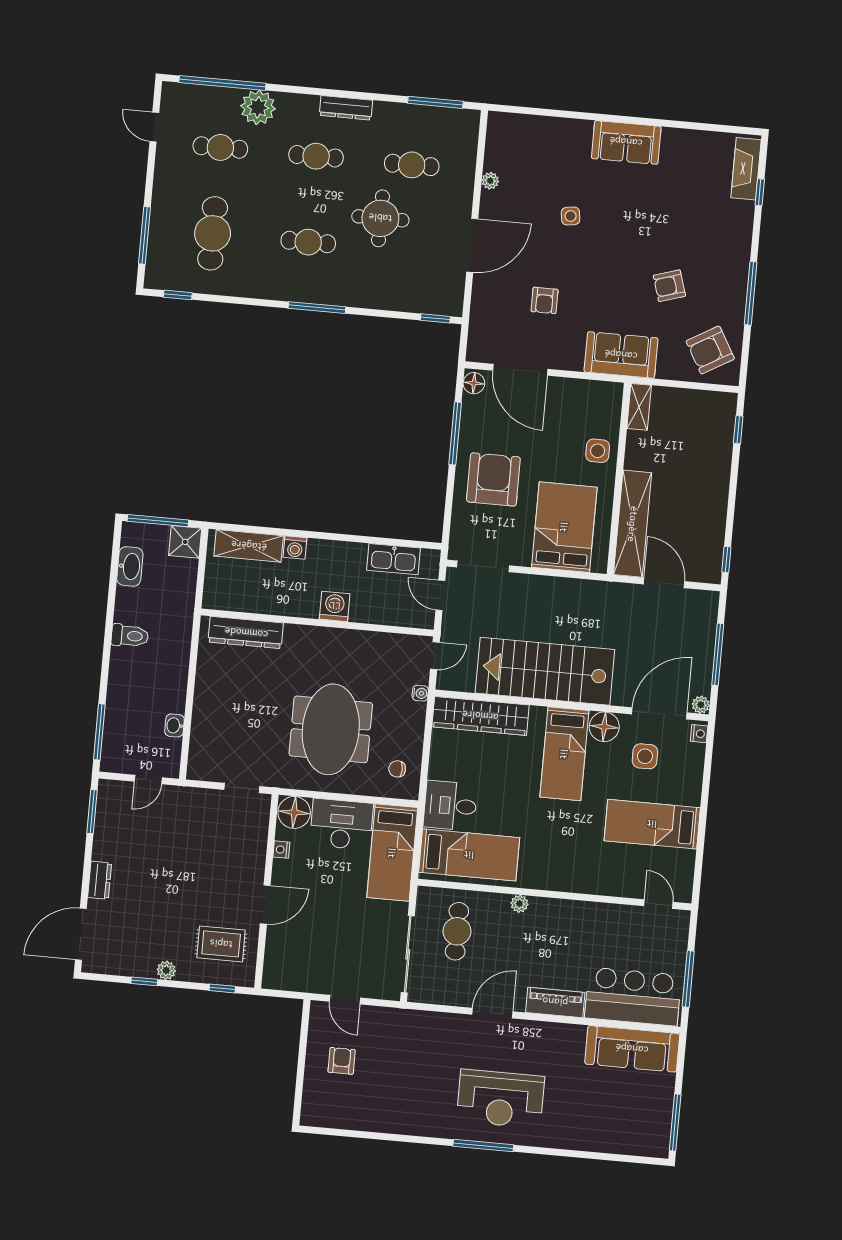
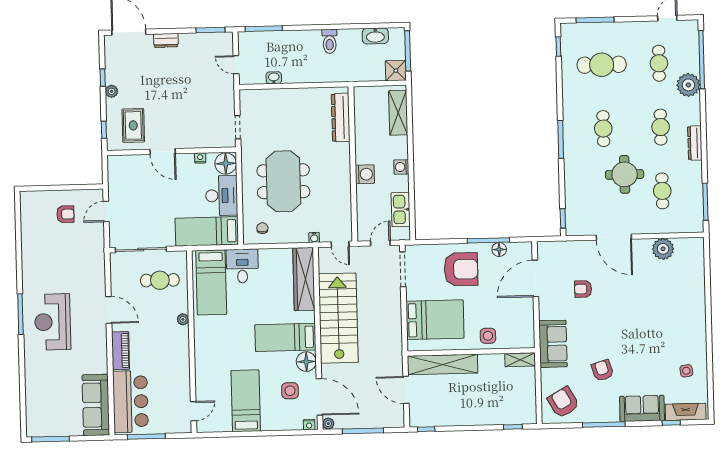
sofa: (626, 142) -> (642, 408), moved, turned 90
plant: (490, 181) -> (663, 249), width x1.87, depth x1.87
side table: (571, 216) -> (686, 371), moved
floor lamp: (474, 383) -> (499, 249), moved
washing machine: (295, 548) -> (401, 167), moved
door: (664, 583) -> (406, 390), swing flipped
meeting table: (331, 729) -> (283, 181), turned 90

